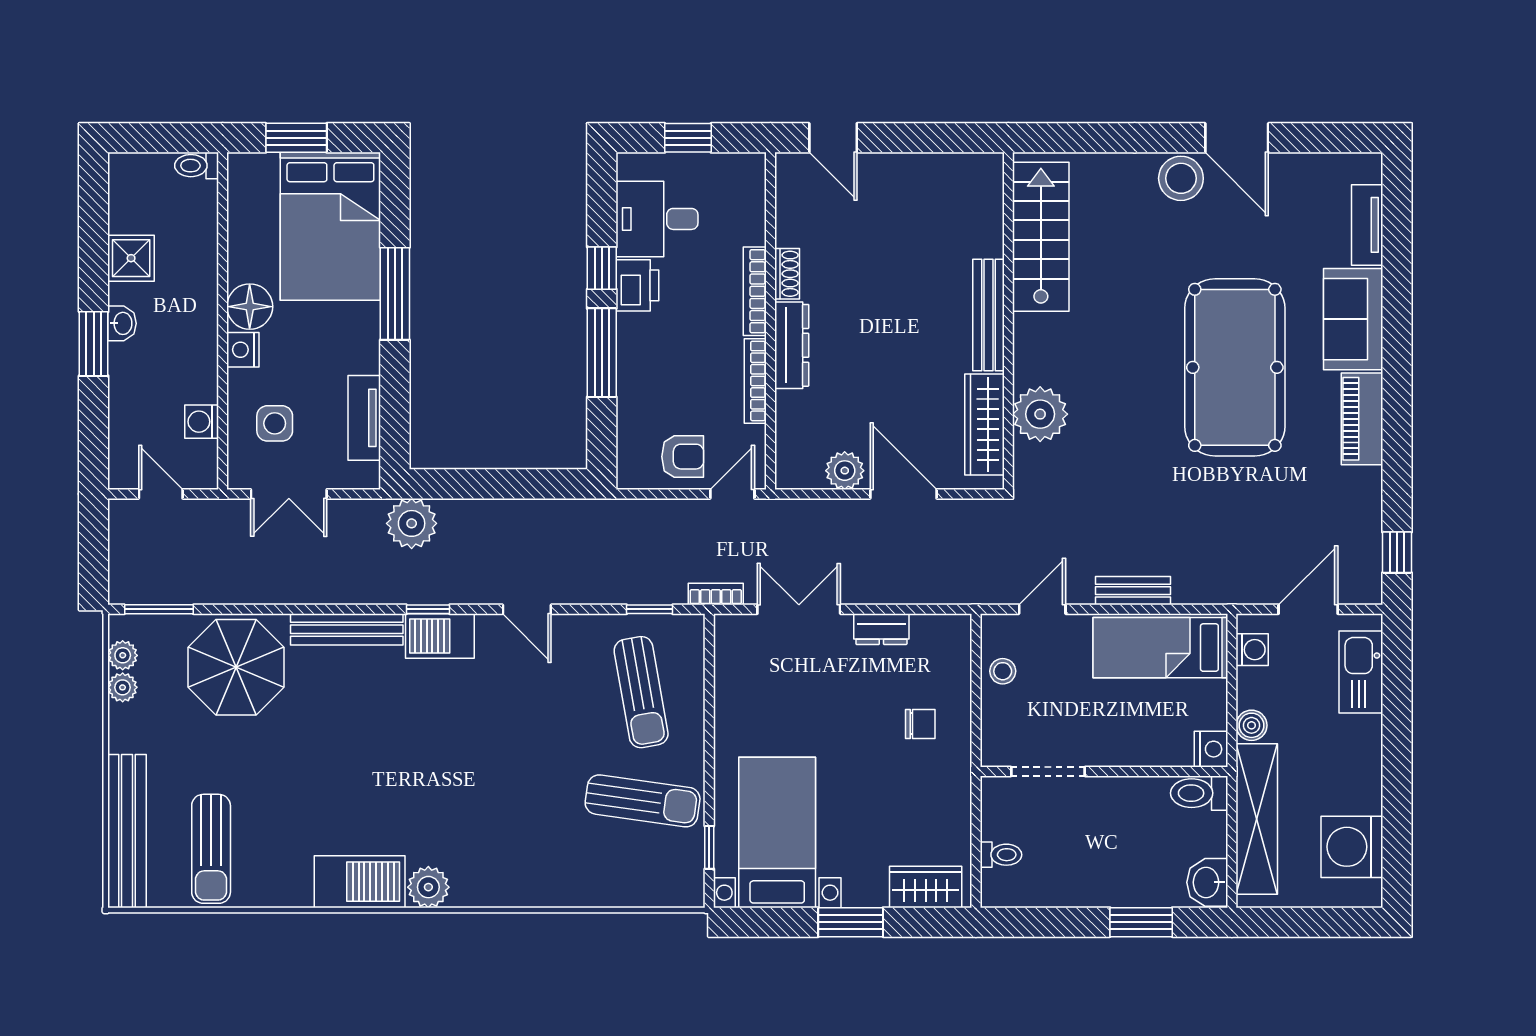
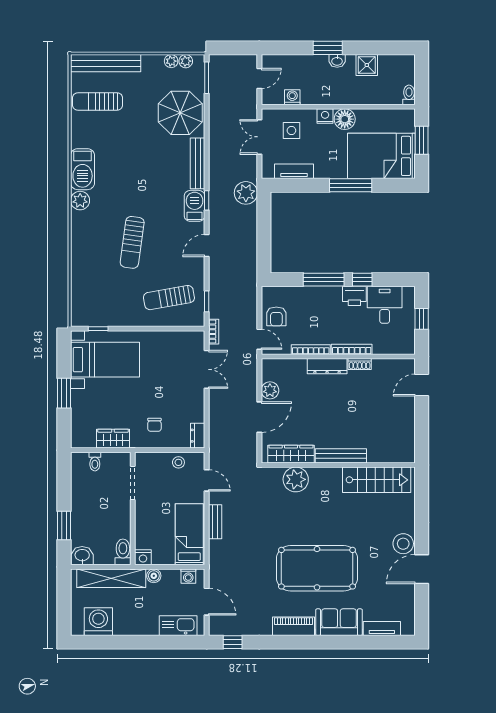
dresser: (881, 629) -> (198, 436), moved
sun lounger: (643, 801) -> (132, 242), moved
wardrobe: (926, 887) -> (113, 439), moved, turned -90

